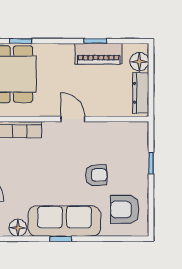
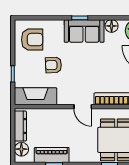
door: (73, 119) -> (83, 107), moved
fireplace: (120, 133) -> (36, 96), added
sofa: (64, 221) -> (84, 31), width x0.73

